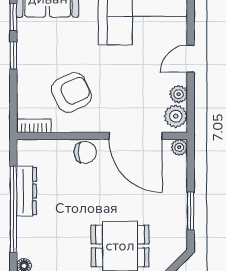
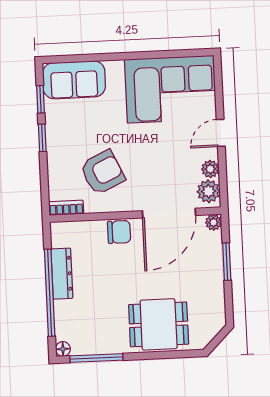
door: (136, 136) -> (169, 213), hinge flipped
window: (191, 211) -> (227, 262), moved

